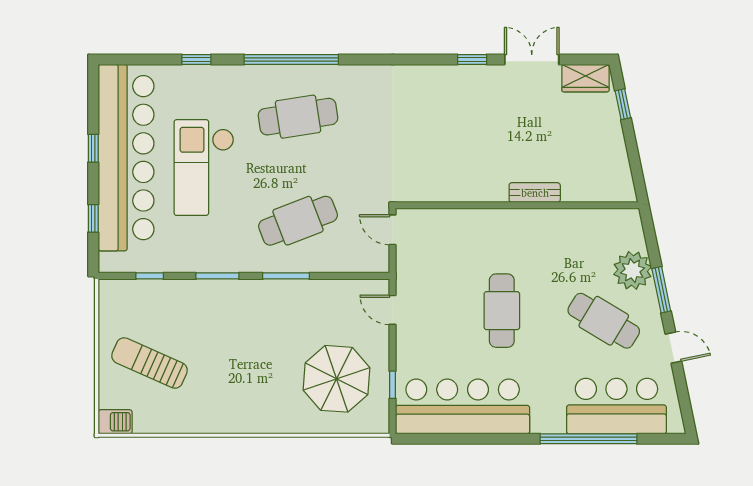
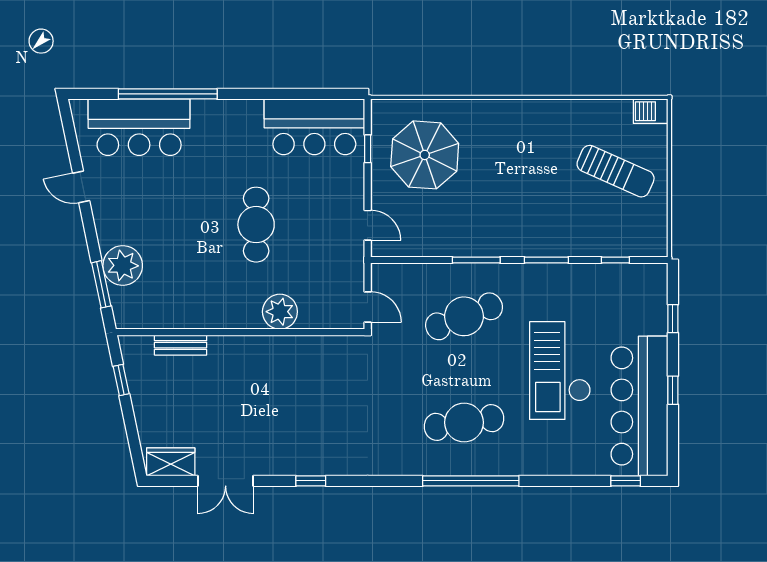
window: (196, 59) -> (626, 481), moved
window: (472, 59) -> (311, 481), moved
window: (623, 104) -> (121, 380), moved
bar counter: (126, 158) -> (639, 406), width x0.73
checkout: (204, 168) -> (560, 371), turned 180
bench: (535, 193) -> (181, 345), moved
plant: (478, 225) -> (280, 312), added
window: (661, 290) -> (101, 284), moved
cafe table: (604, 321) -> (152, 214), removed
bar counter: (463, 406) -> (314, 127), width x0.73

